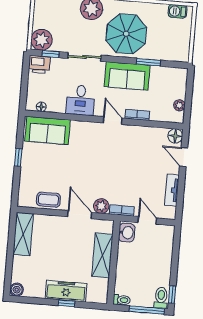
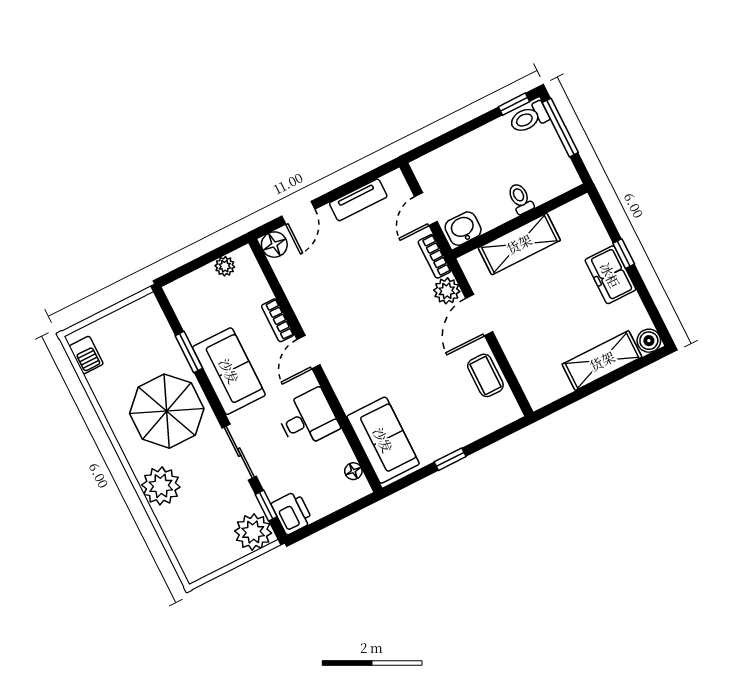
shelving: (23, 234) -> (602, 361), moved
freezer: (66, 291) -> (610, 275), width x0.71
toilet: (122, 300) -> (520, 199), moved

